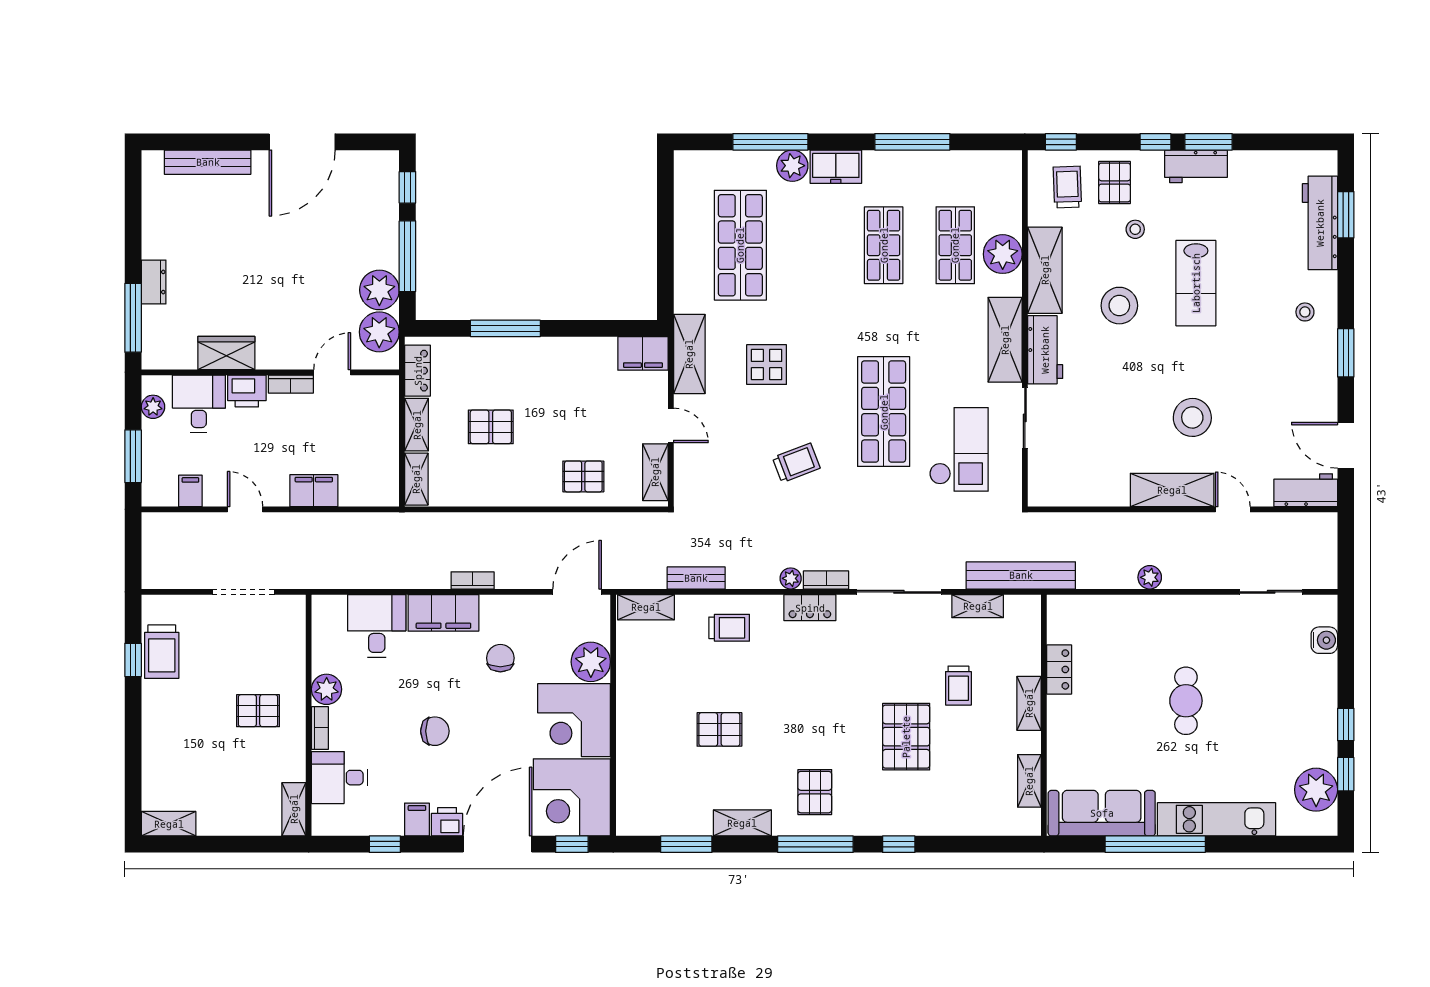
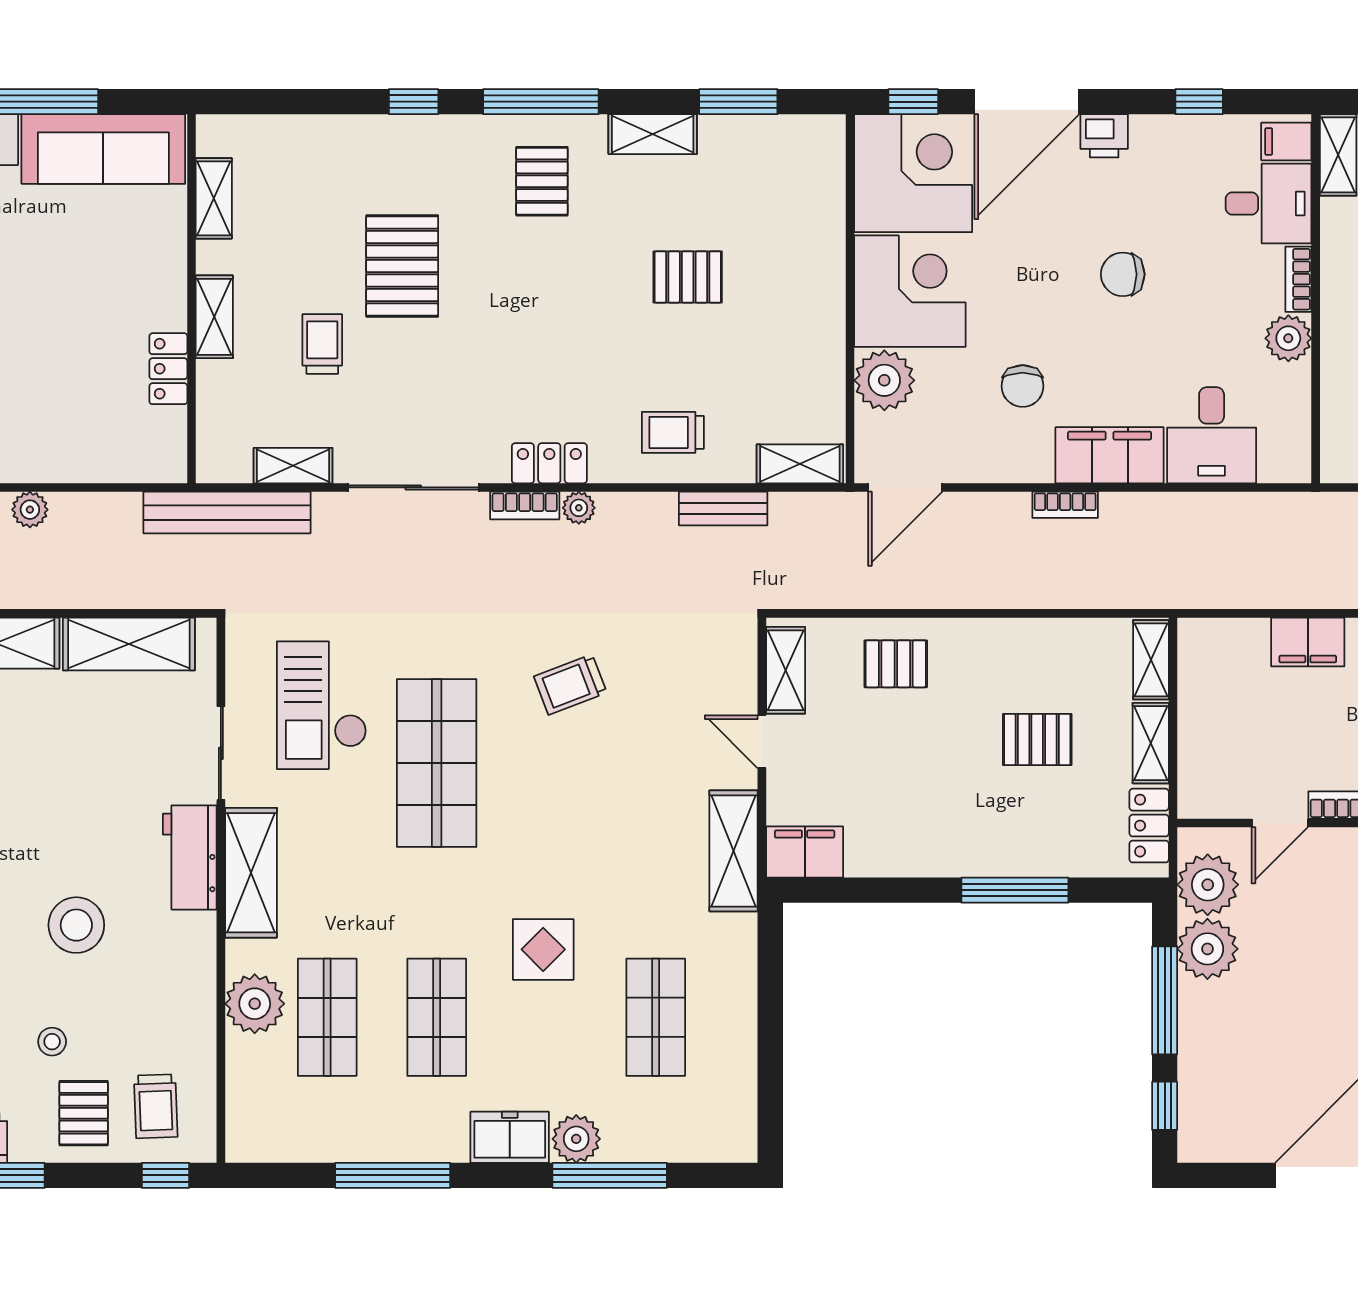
shop shelf: (740, 245) -> (656, 1017), width x0.70, depth x0.74
shelving: (1045, 270) -> (129, 644), moved, turned 90
display table: (767, 365) -> (543, 949), moved
filing cabinet: (417, 820) -> (1286, 141), moved, turned 90

